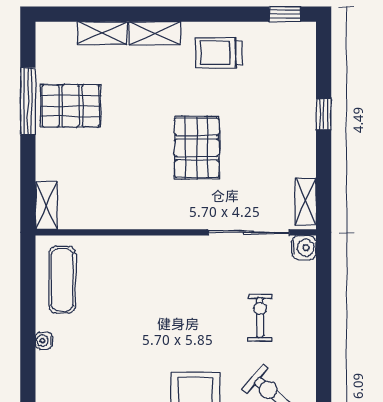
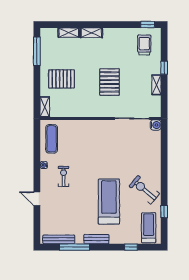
trolley: (219, 53) -> (144, 45), moved, turned 90
window: (28, 101) -> (37, 51), moved
pallet: (71, 106) -> (62, 79), moved
shelving: (306, 201) -> (156, 85), moved
exercise bike: (260, 317) -> (64, 176), moved

